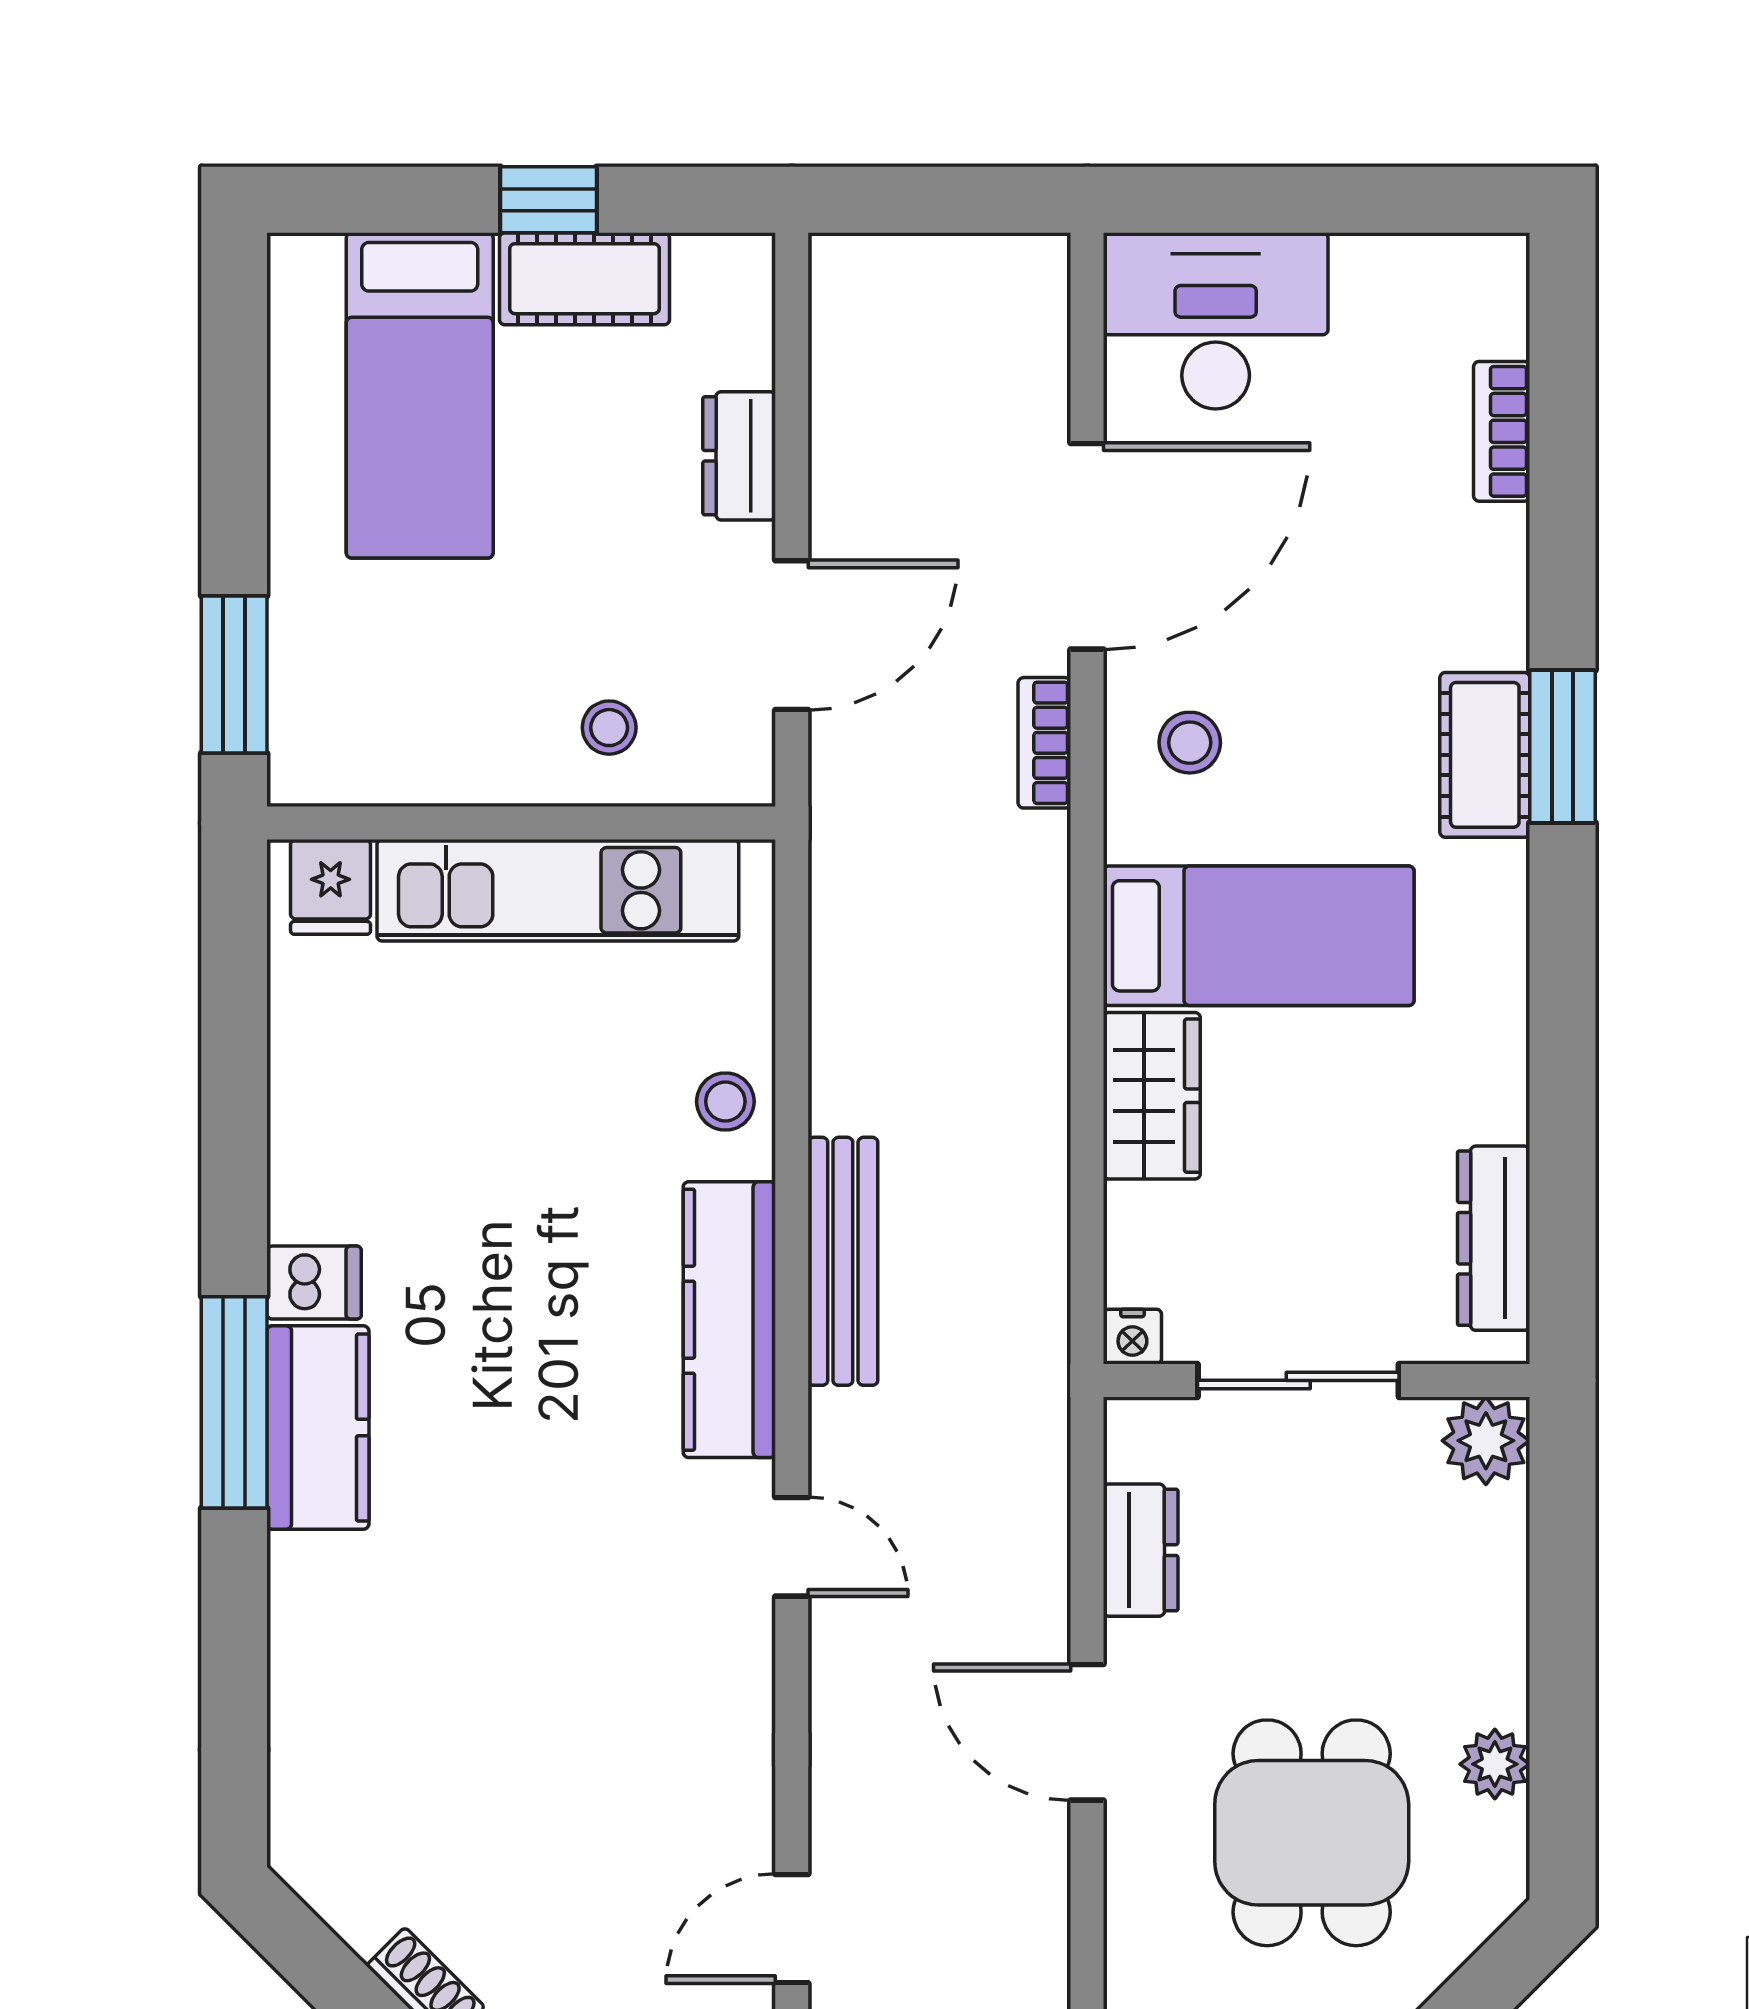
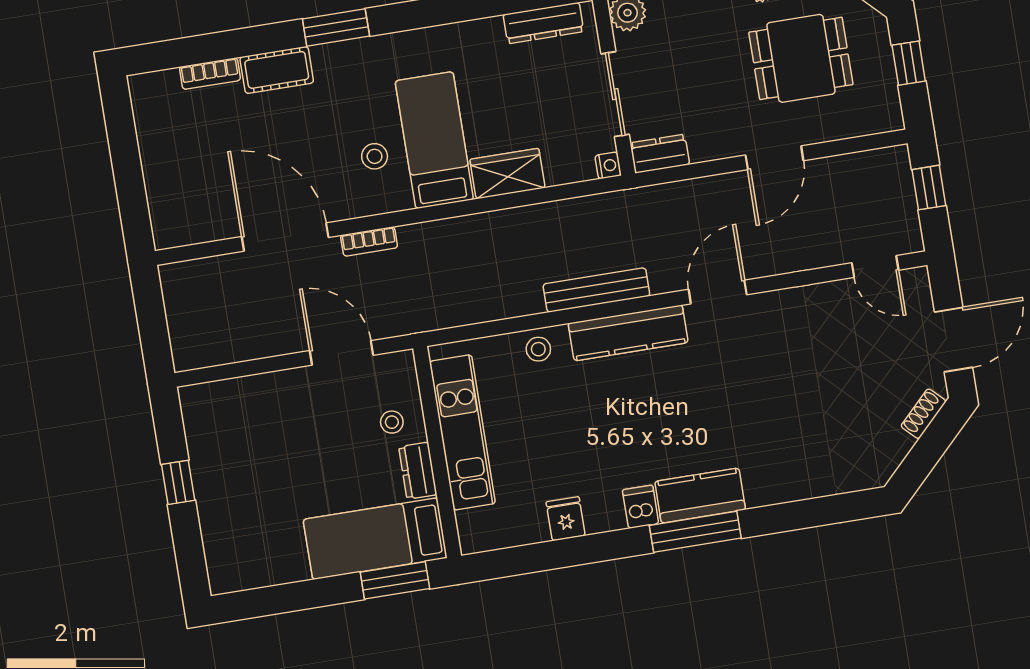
cot: (584, 279) -> (208, 462), removed
desk: (1216, 321) -> (183, 199), removed
bed: (420, 395) -> (375, 539), moved, turned 180
dresser: (739, 456) -> (418, 471), moved, turned 90
stool: (1190, 743) -> (375, 156), moved
cot: (1485, 755) -> (277, 70), moved
fridge: (331, 887) -> (566, 519), moved, turned -90
door: (792, 1547) -> (718, 292), width x1.38
dresser: (1141, 1550) -> (660, 154), moved

